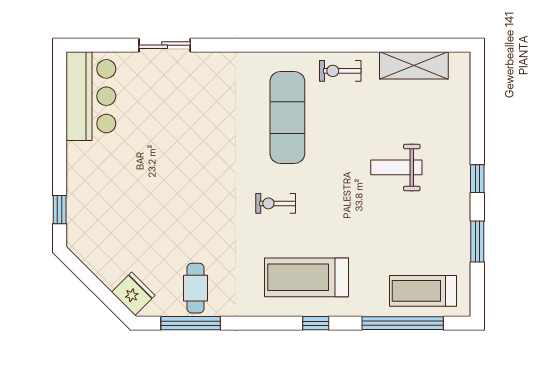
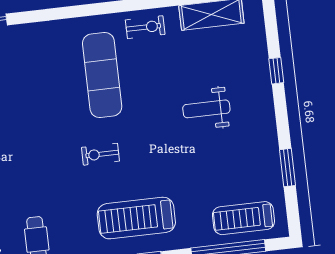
exercise bike: (340, 71) -> (145, 27), turned 180
window: (477, 179) -> (276, 71), moved

